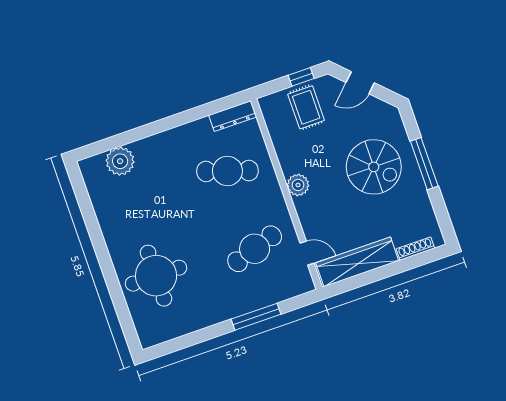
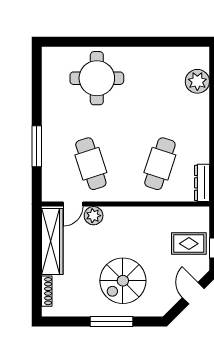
plant: (298, 185) -> (94, 216), moved

